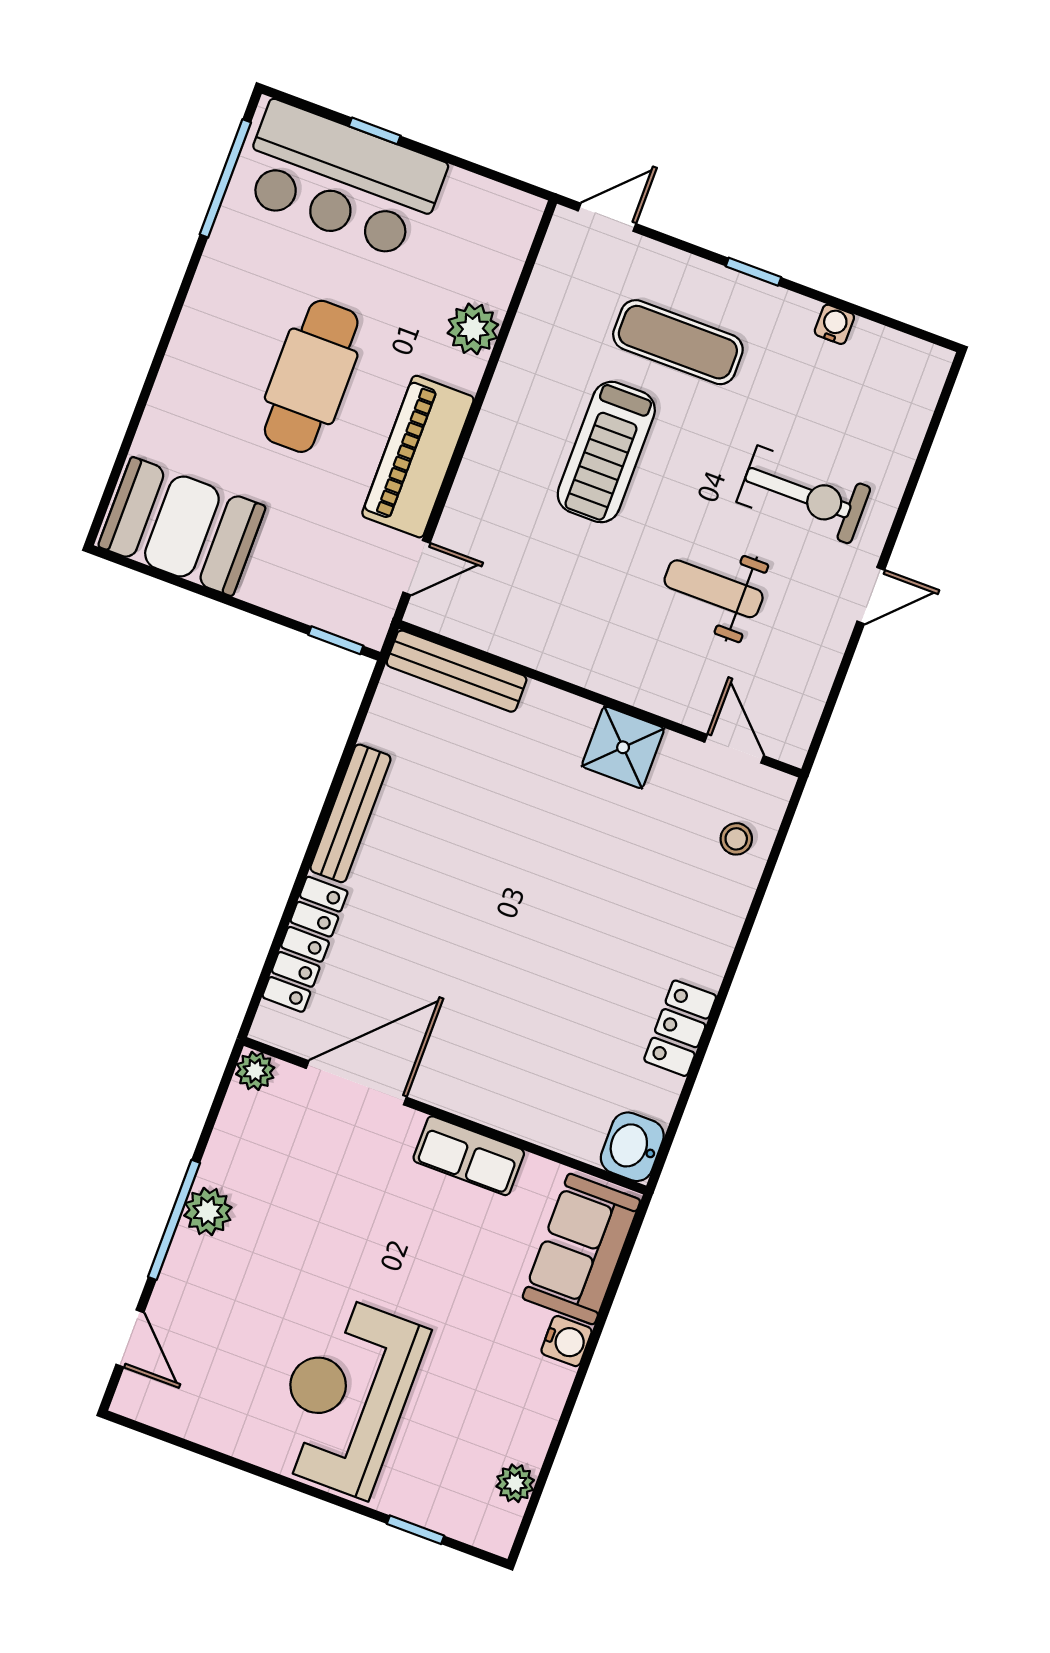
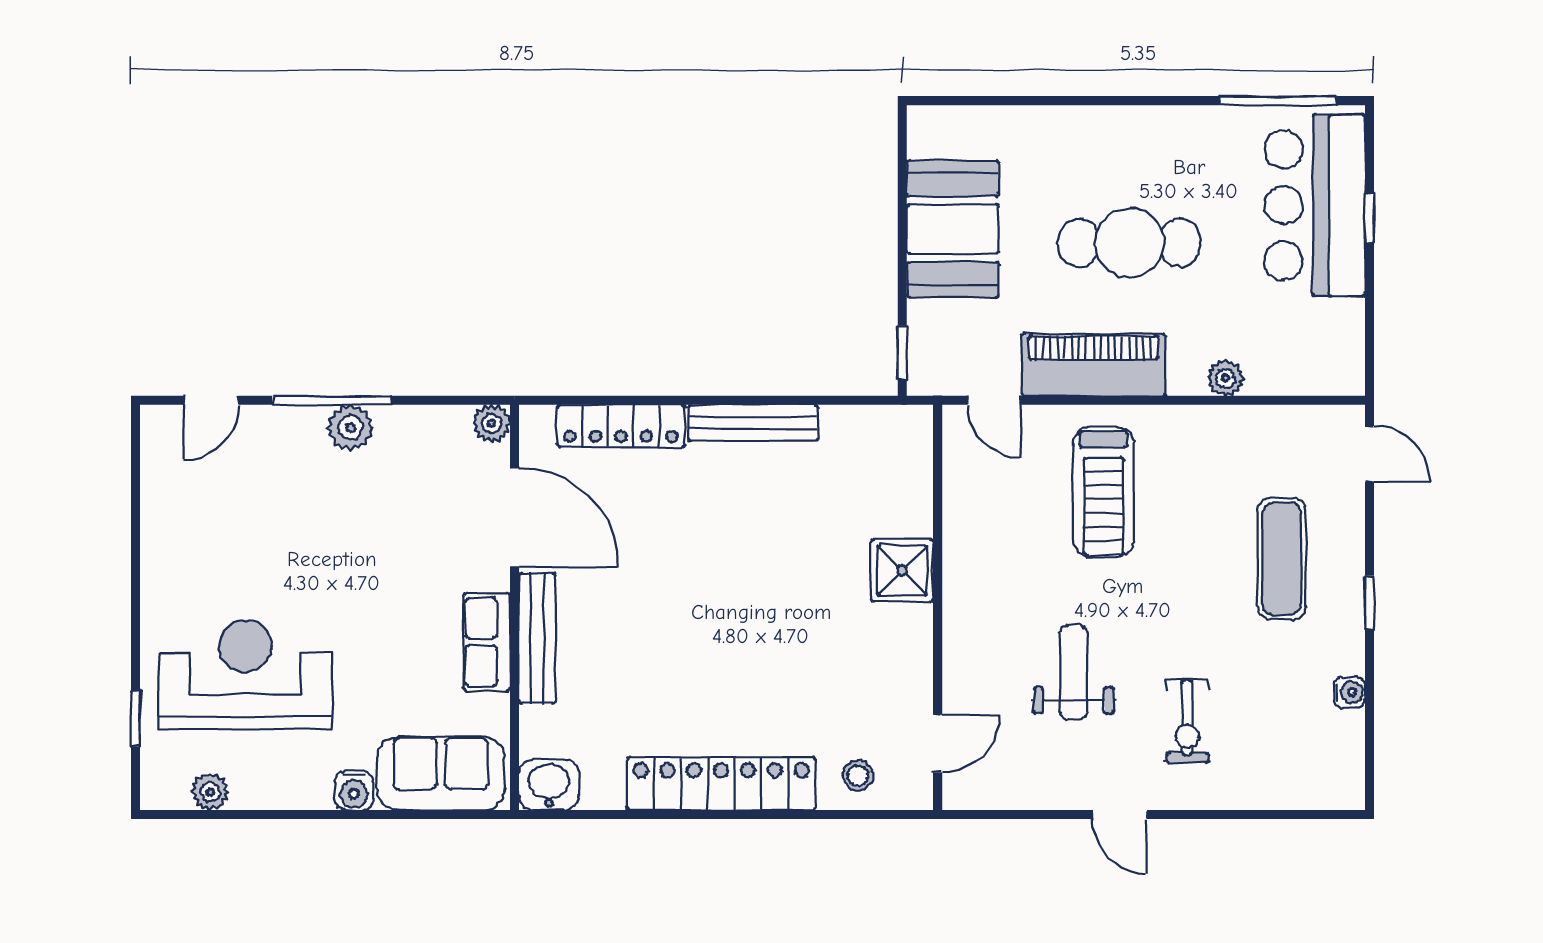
plant: (473, 329) -> (1225, 378), width x0.73, depth x0.73
treadmill: (606, 452) -> (1104, 492), moved, turned -90
exercise bike: (804, 495) -> (1187, 721), width x0.73, depth x0.72
booth: (182, 526) -> (953, 229), moved
bench: (457, 671) -> (537, 638), moved
shower: (623, 747) -> (902, 570), moved
locker: (680, 1028) -> (721, 784), width x2.16, depth x1.21
reception desk: (346, 1396) -> (245, 674), moved

